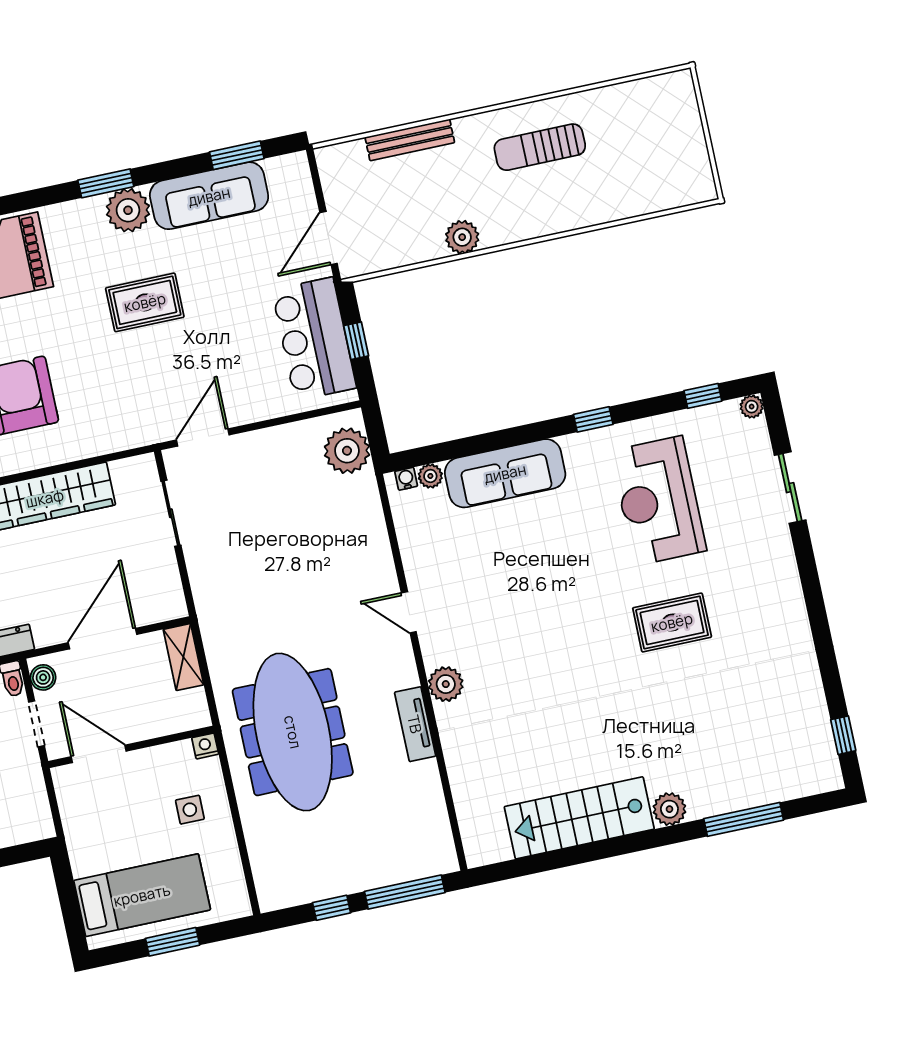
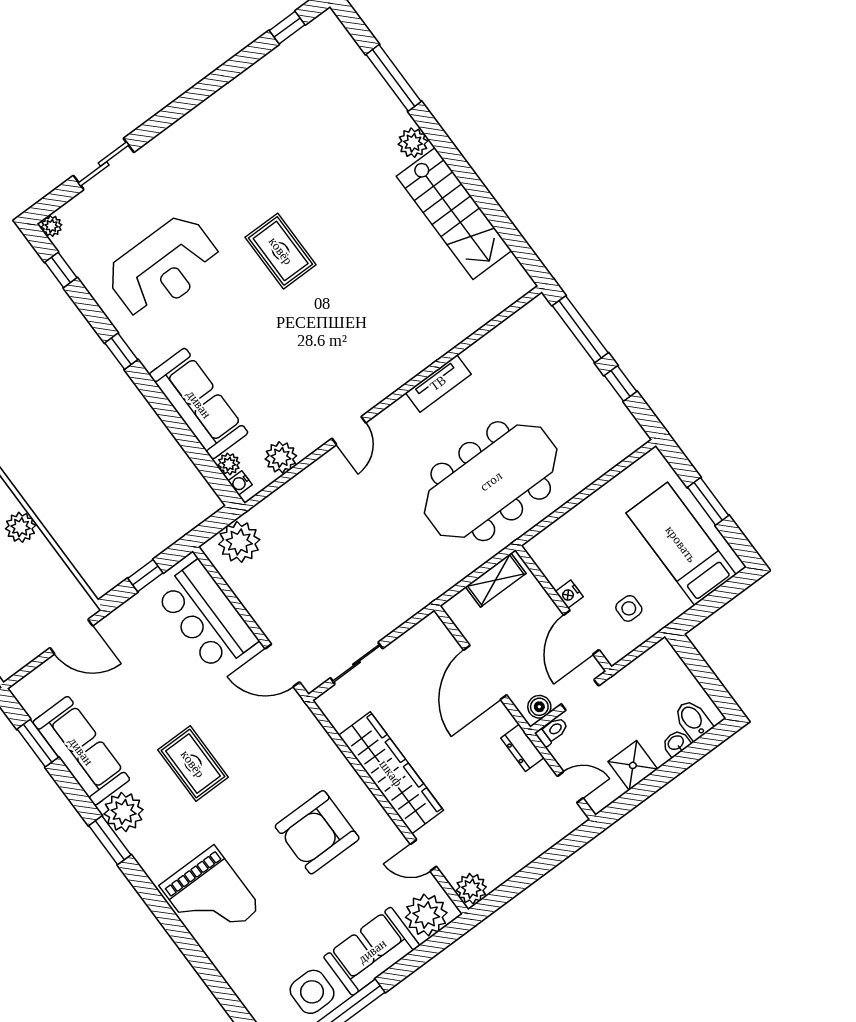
bar counter: (314, 339) -> (206, 616), moved, turned 90
rug: (672, 622) -> (281, 251), moved
door: (103, 639) -> (485, 672), hinge flipped
shelving: (183, 657) -> (496, 580), moved
plant: (446, 684) -> (281, 457), moved
nightstand: (205, 746) -> (569, 594), moved
side table: (190, 810) -> (629, 608), moved

